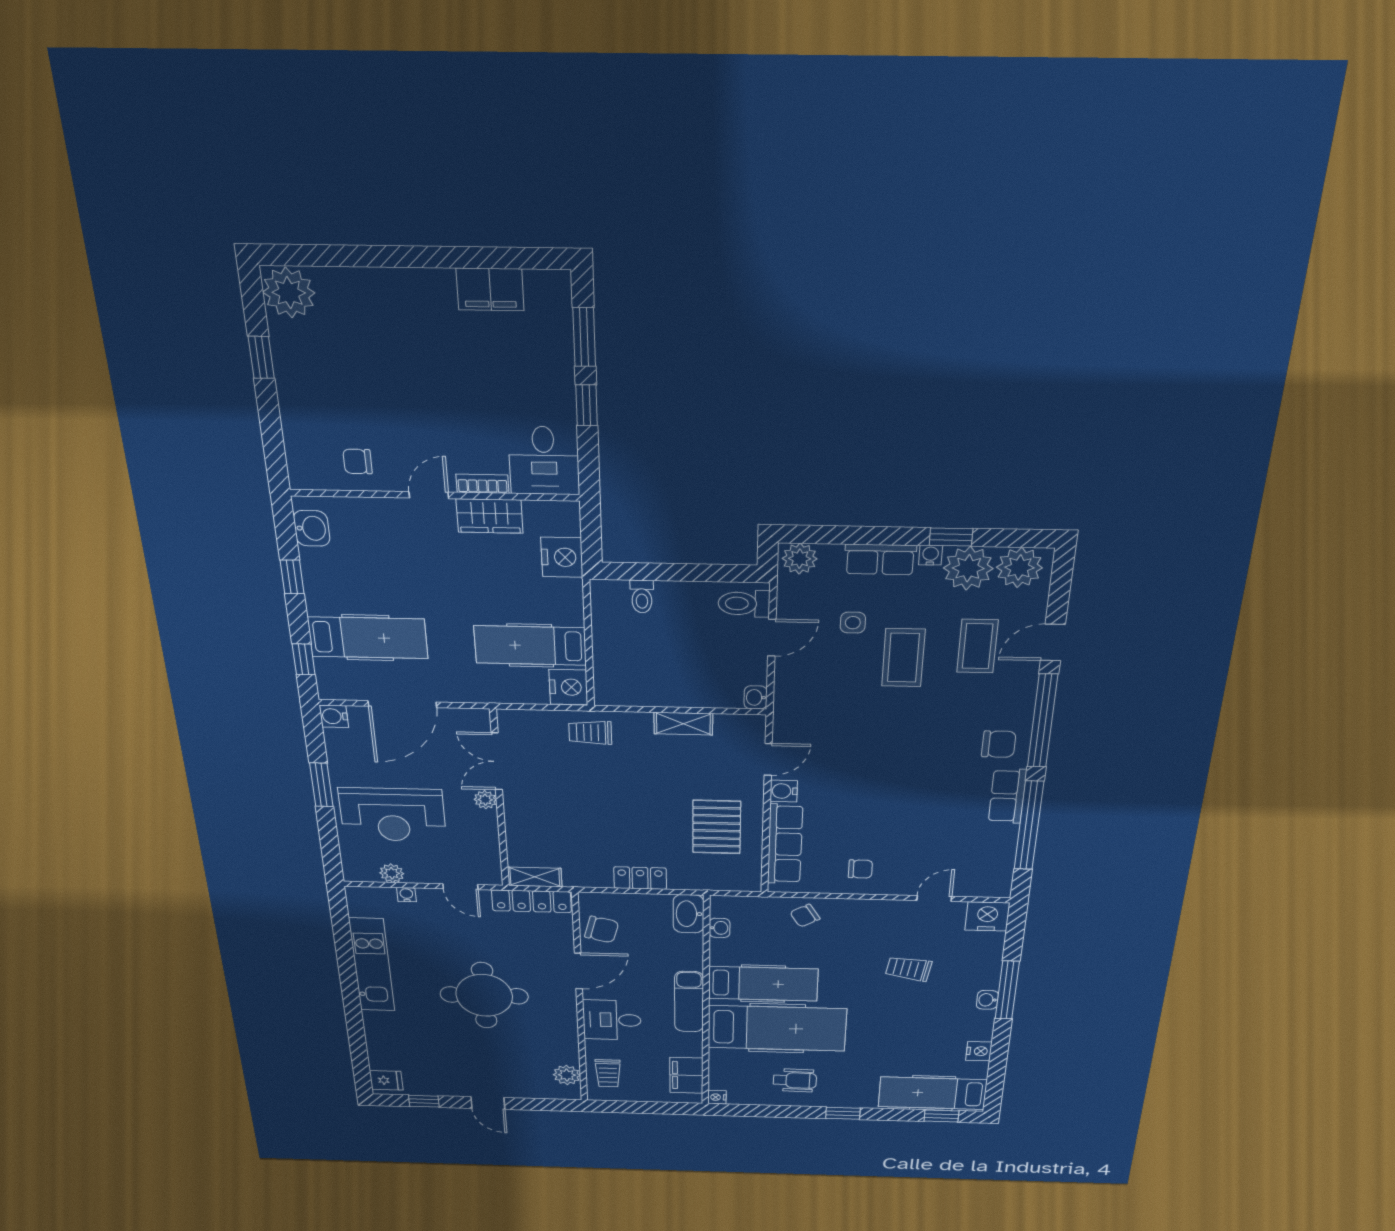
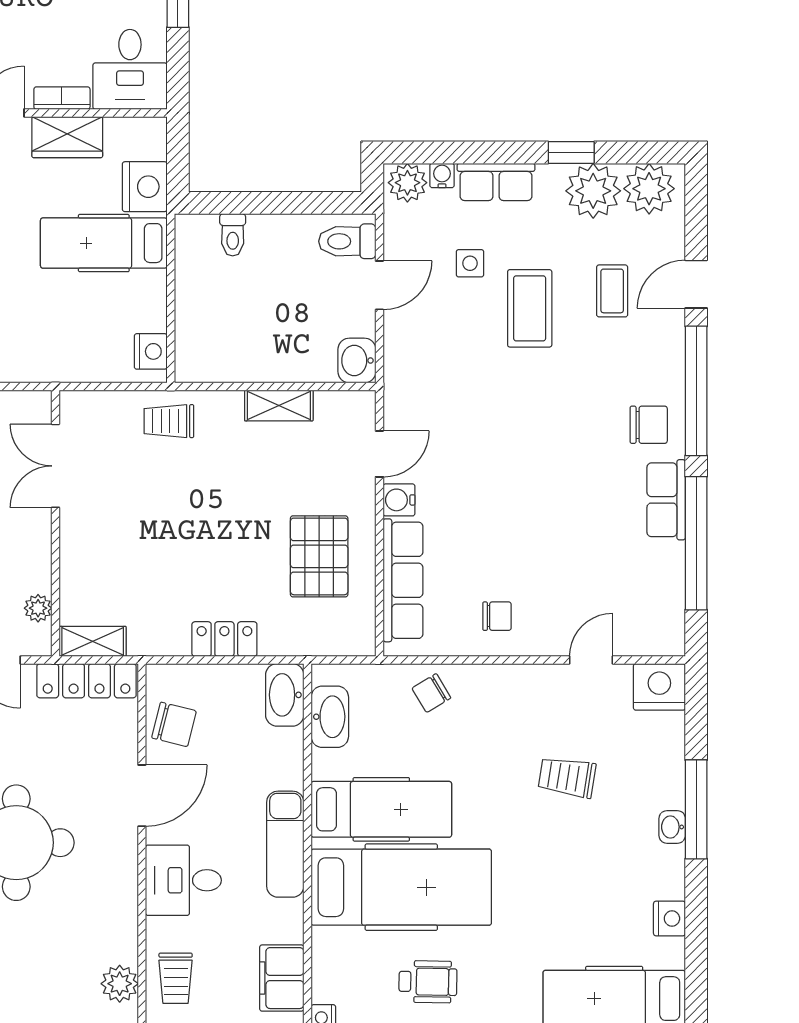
water cooler: (930, 555) -> (442, 175), moved
hospital bed: (530, 645) -> (104, 243), moved
coffee table: (978, 646) -> (612, 291), width x0.73, depth x0.77
nightstand: (568, 687) -> (151, 351), width x0.74, depth x0.75
washbasin: (756, 697) -> (357, 360), width x1.38, depth x1.45
plant: (485, 800) -> (38, 608), moved
washbasin: (719, 928) -> (330, 717), width x1.91, depth x1.45

